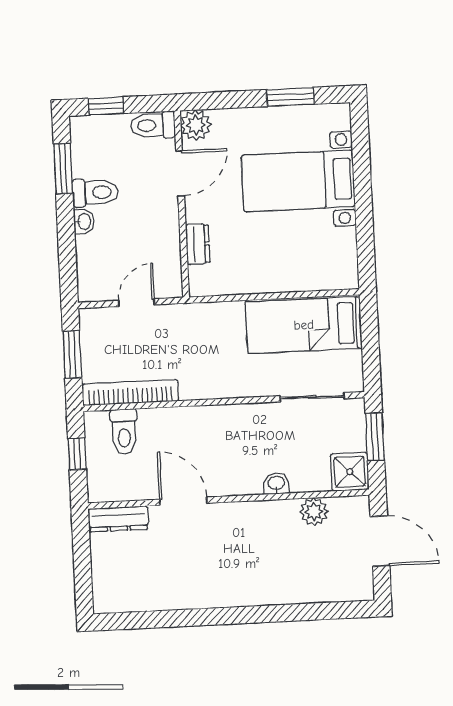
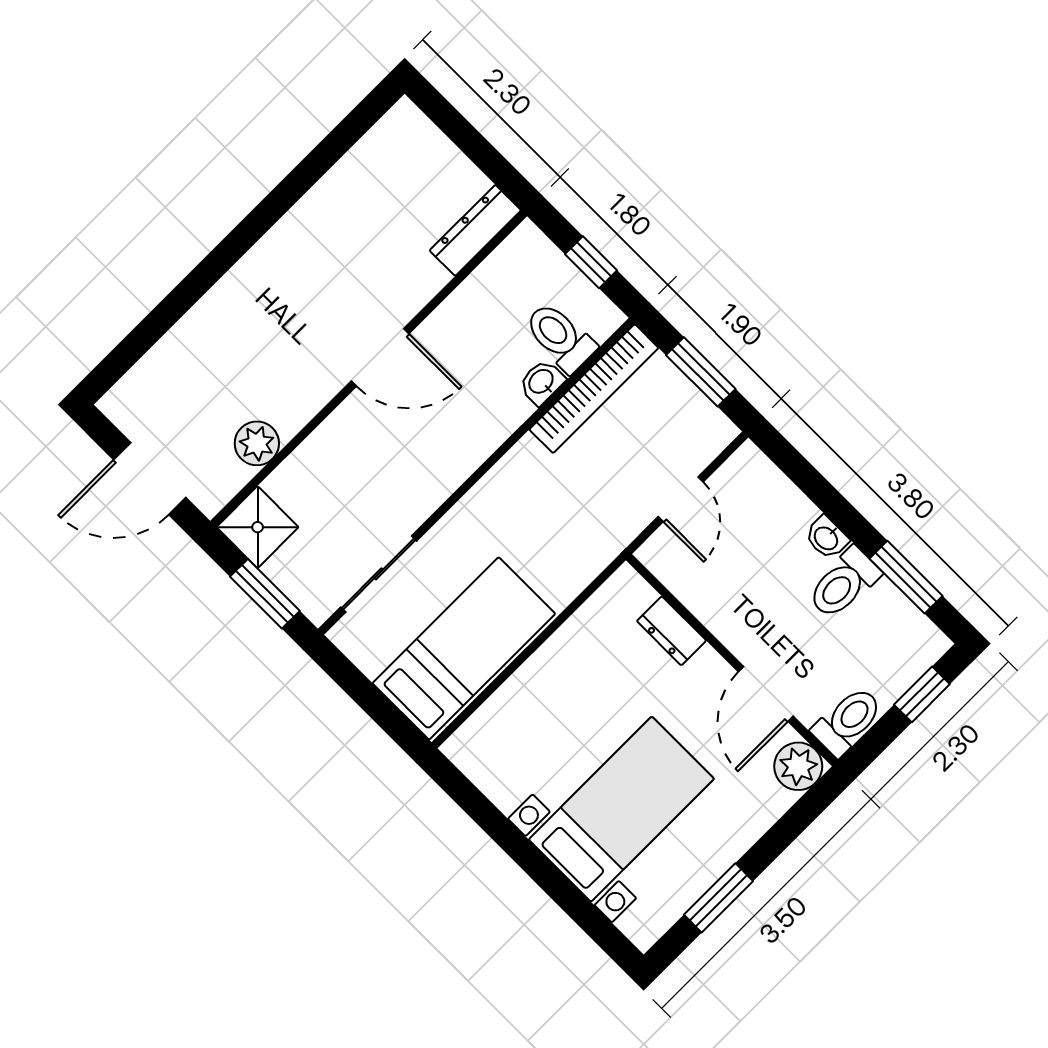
washbasin: (276, 484) -> (542, 382), moved, turned 180
door: (183, 501) -> (380, 357), moved

